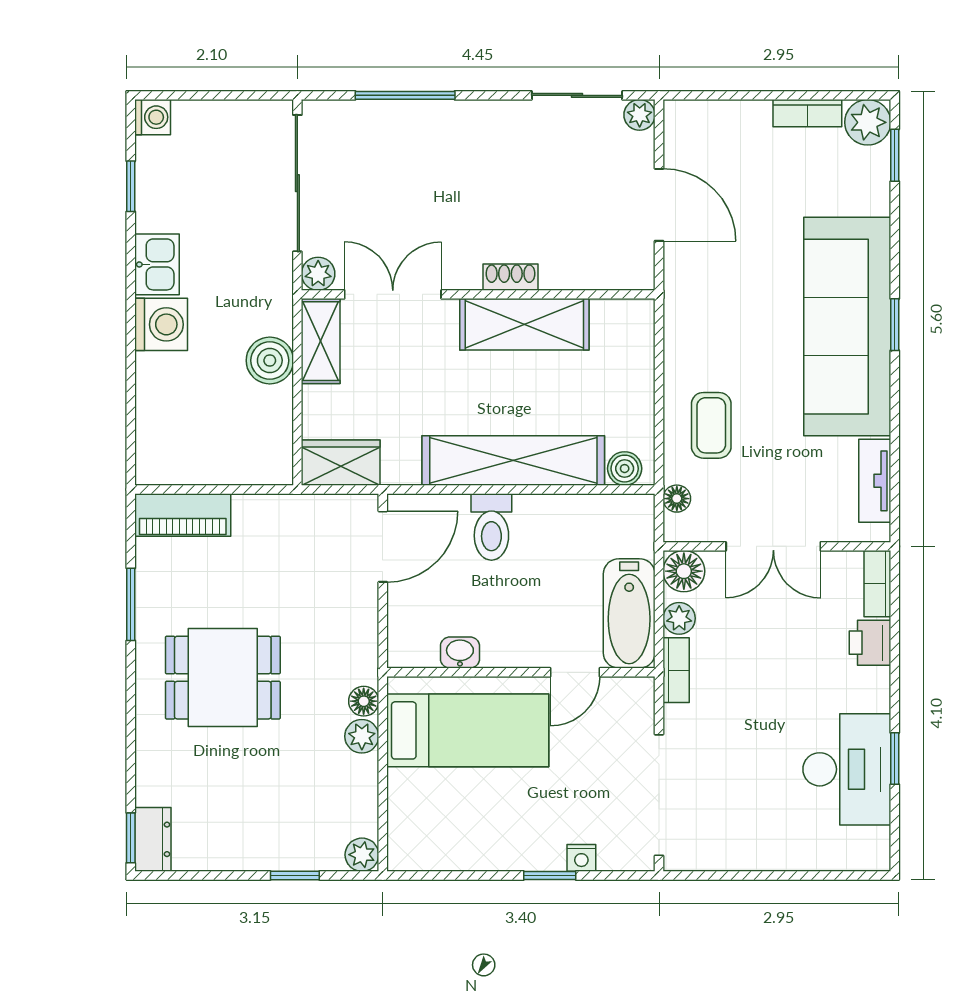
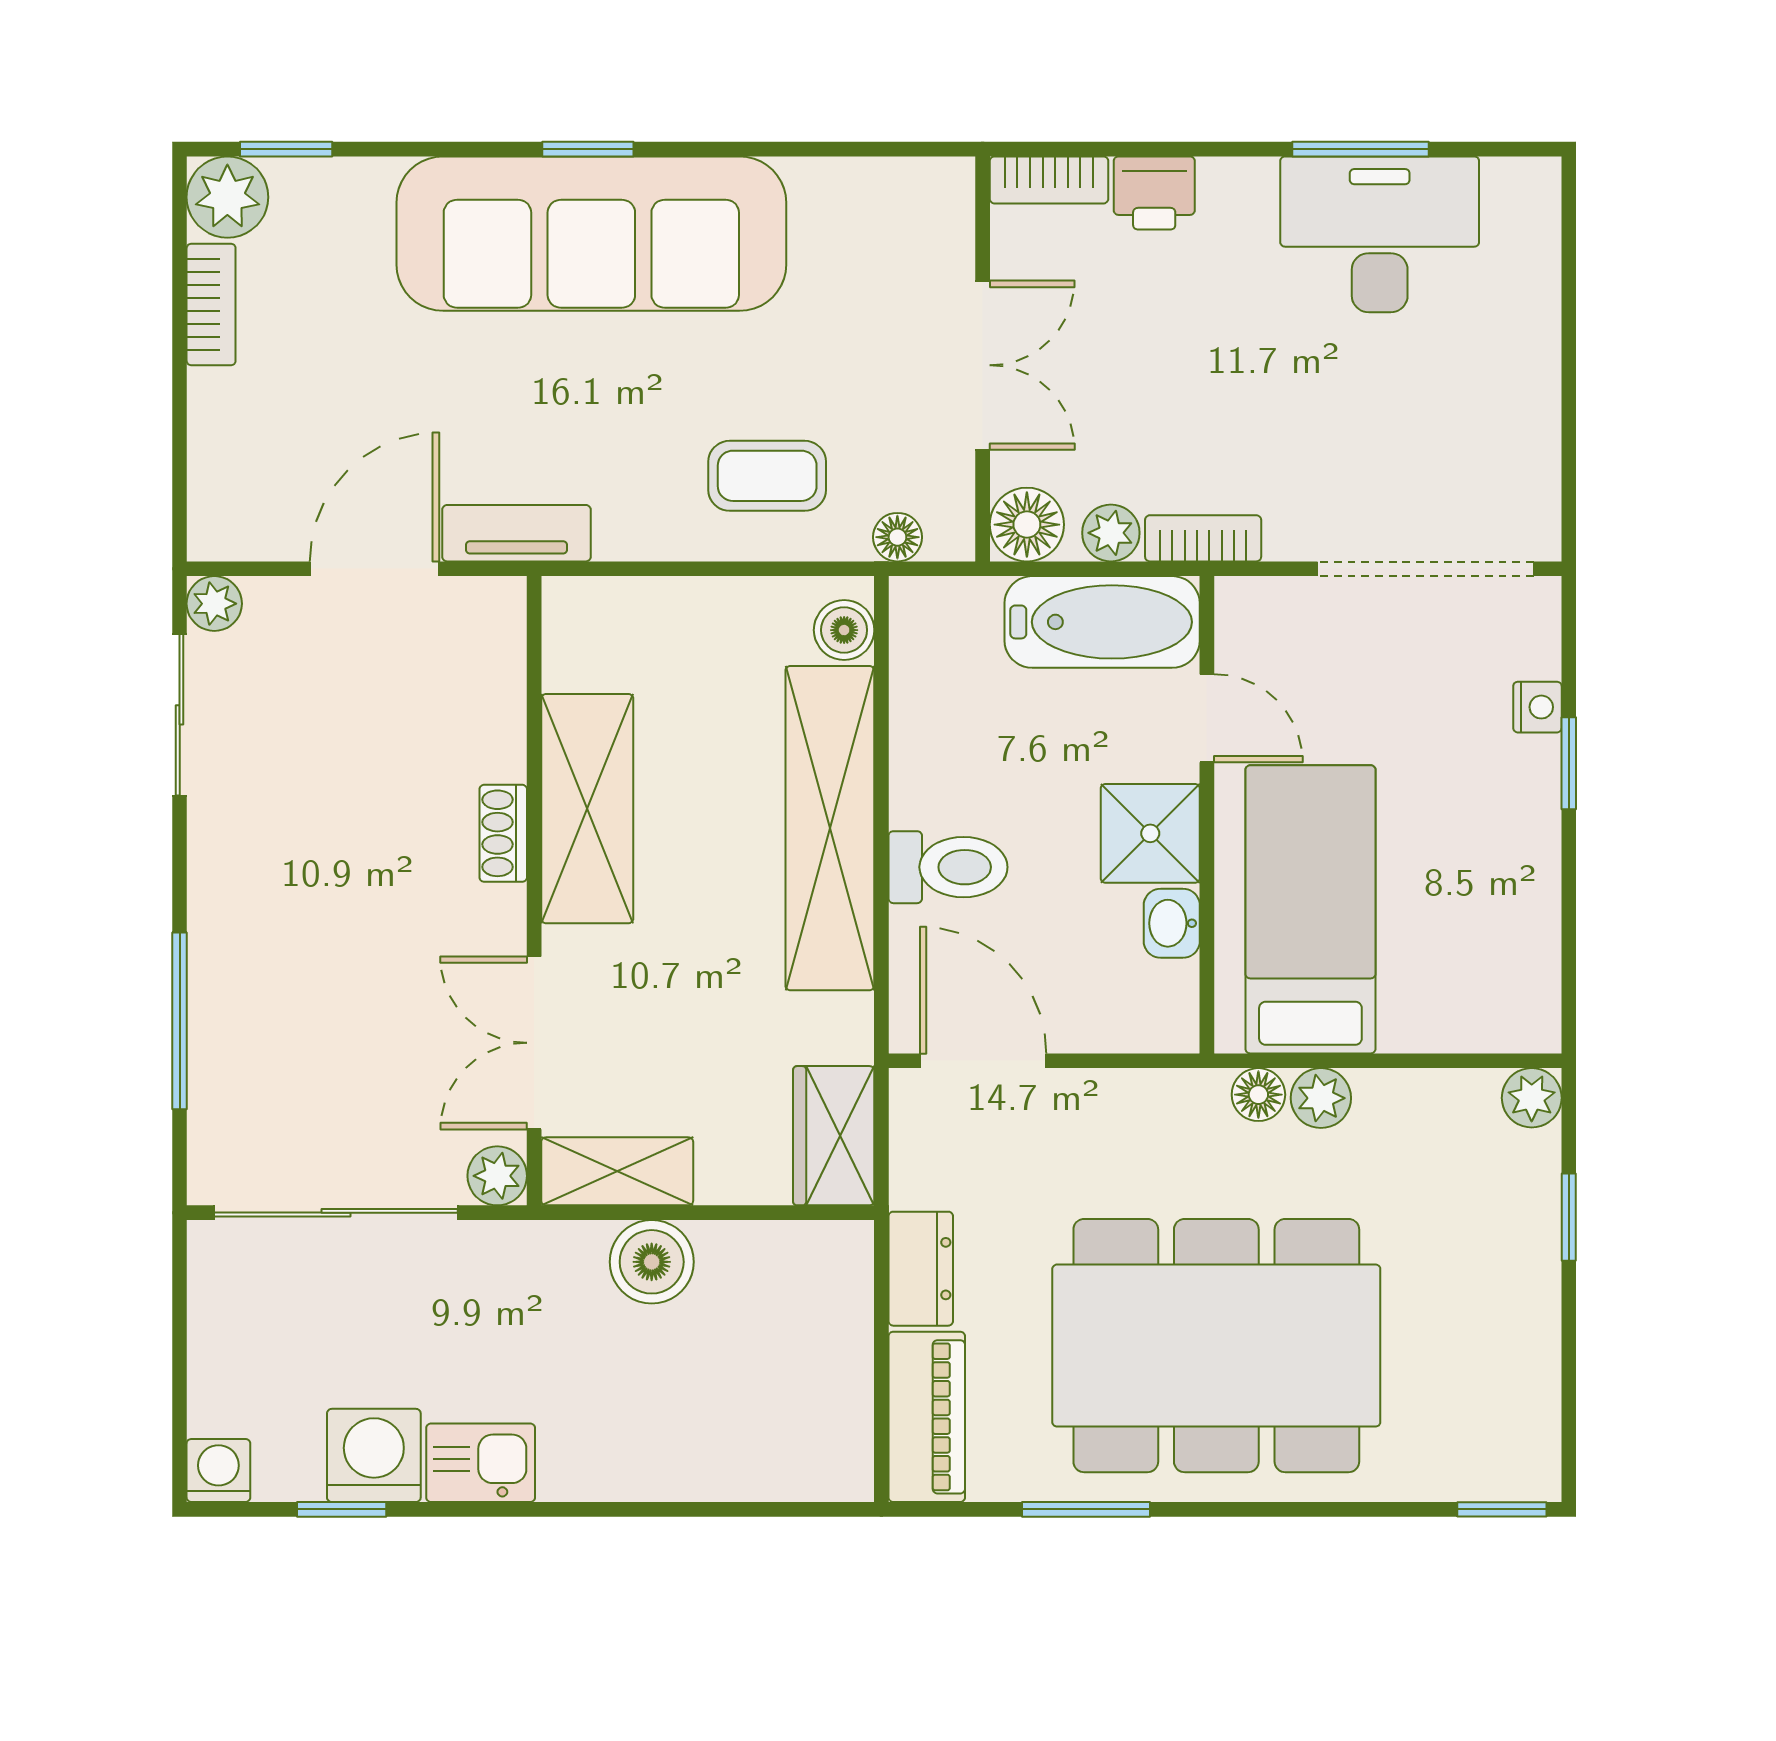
washing machine: (161, 324) -> (374, 1455), moved
tv unit: (875, 481) -> (516, 533), moved, turned 180
shower: (510, 640) -> (1150, 833), added
dining table: (223, 678) -> (1216, 1346), width x1.88, depth x1.24
window: (895, 759) -> (1361, 149), width x1.50
dresser: (153, 839) -> (921, 1269), moved, turned 90

